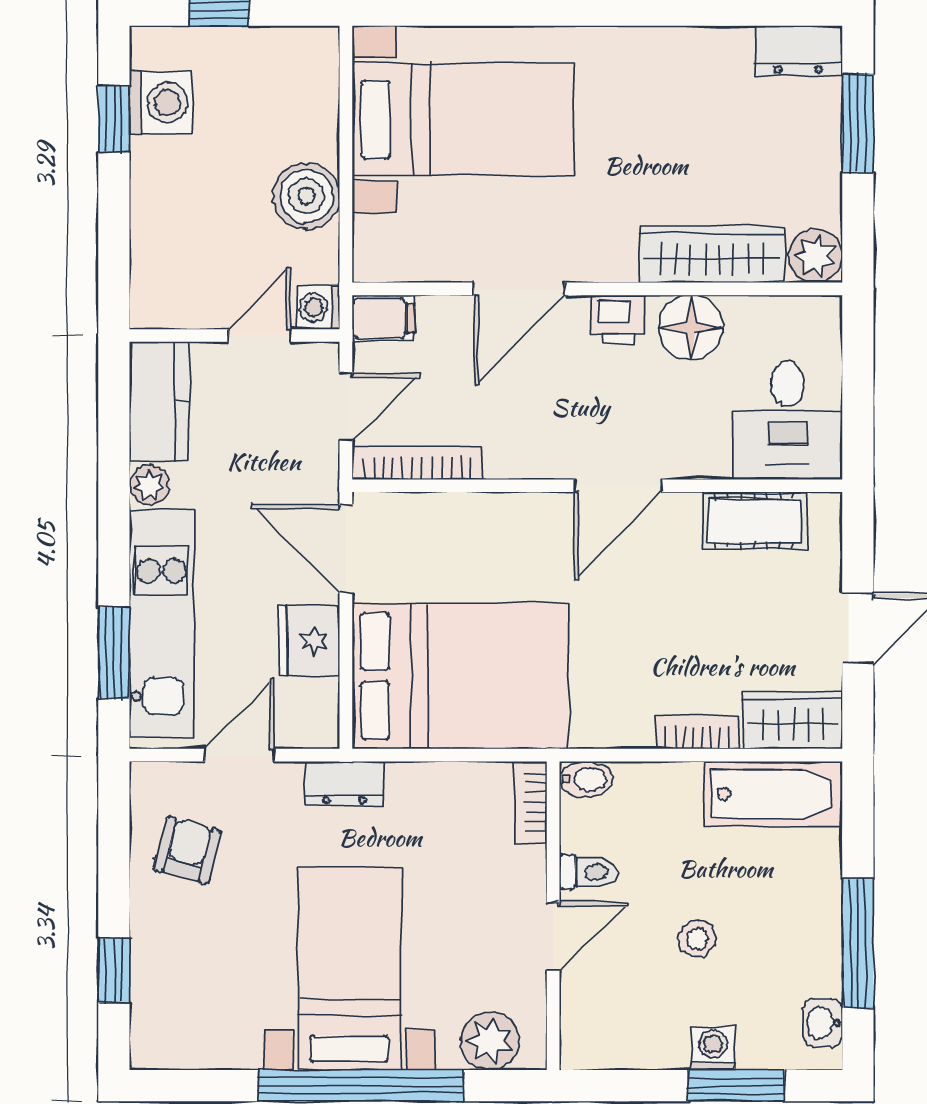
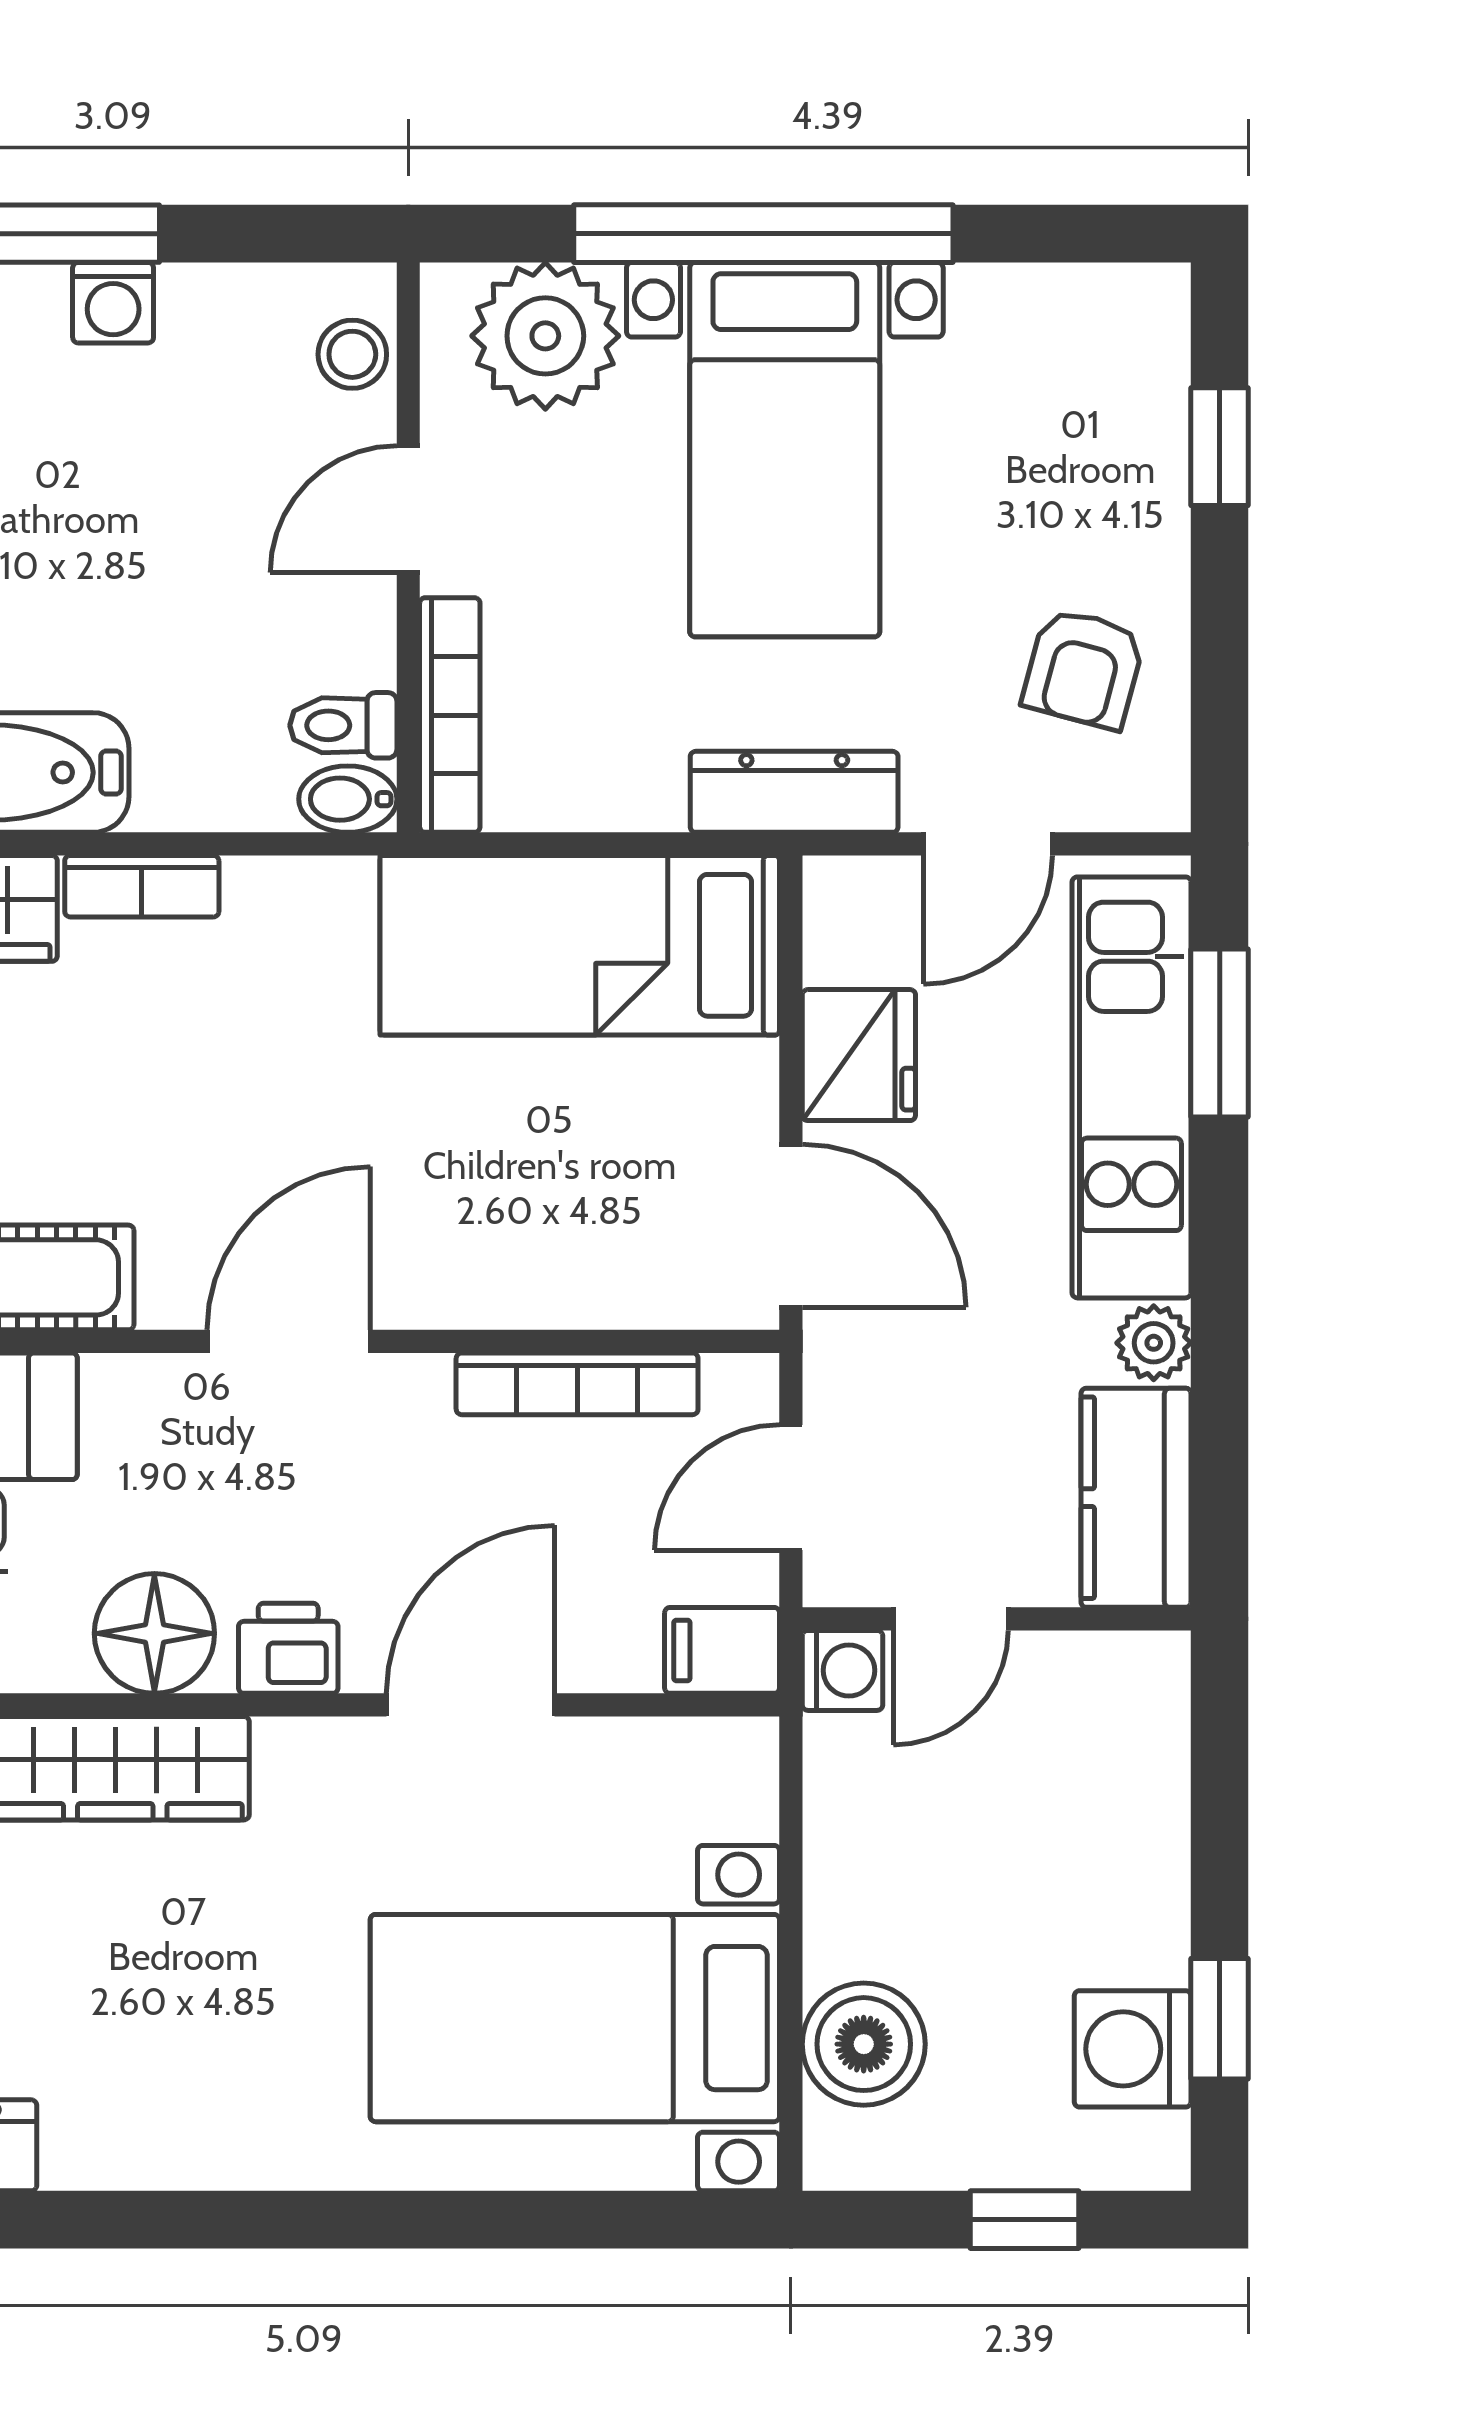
boiler: (307, 196) -> (864, 2044), moved
bookcase: (418, 463) -> (577, 1384), moved
bed: (460, 676) -> (580, 945), width x0.67
dresser: (344, 783) -> (794, 792), width x1.44
bookcase: (531, 802) -> (450, 715), width x1.56
toilet: (588, 872) -> (343, 725), moved
stool: (697, 939) -> (352, 354), moved
plant: (490, 1041) -> (545, 336), width x1.36, depth x1.36

